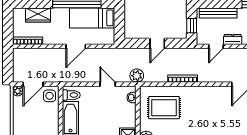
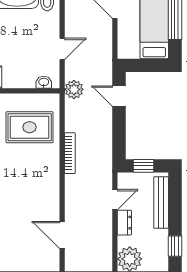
door: (157, 43) -> (119, 96), moved
door: (216, 46) -> (115, 200), swing flipped
rug: (164, 108) -> (30, 127), turned 90

